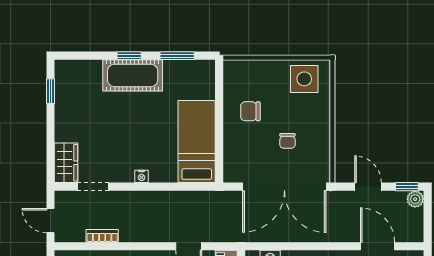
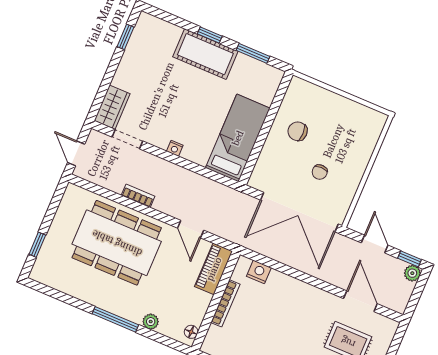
side table: (304, 79) -> (358, 123), removed
bookcase: (102, 236) -> (138, 196), moved

